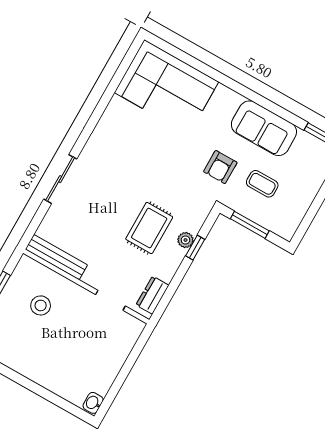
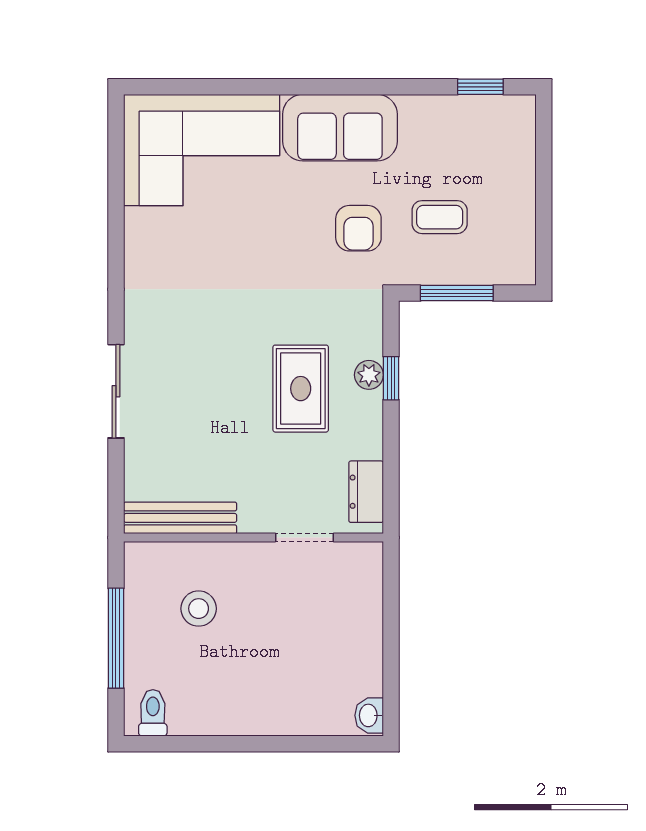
sofa: (264, 128) -> (340, 128), moved

